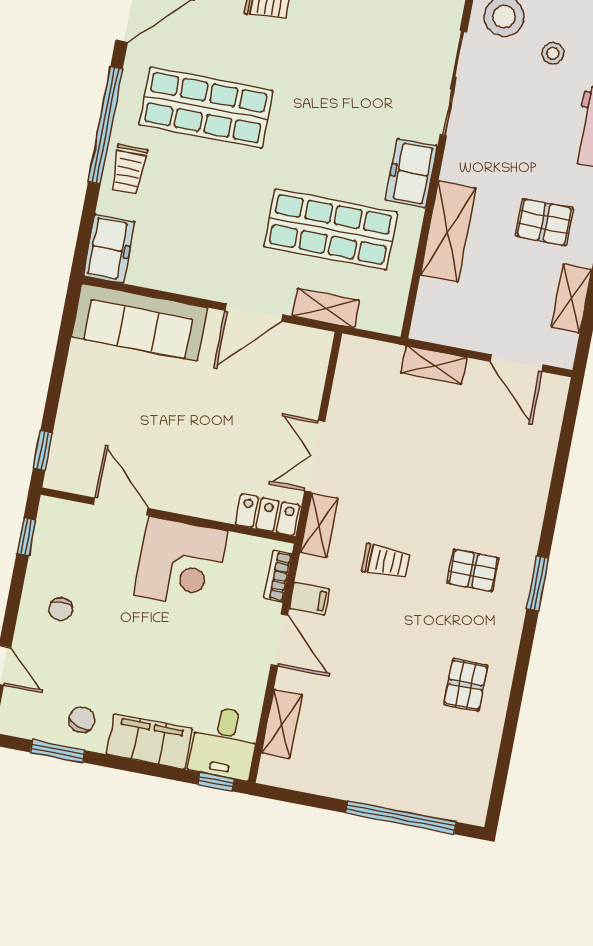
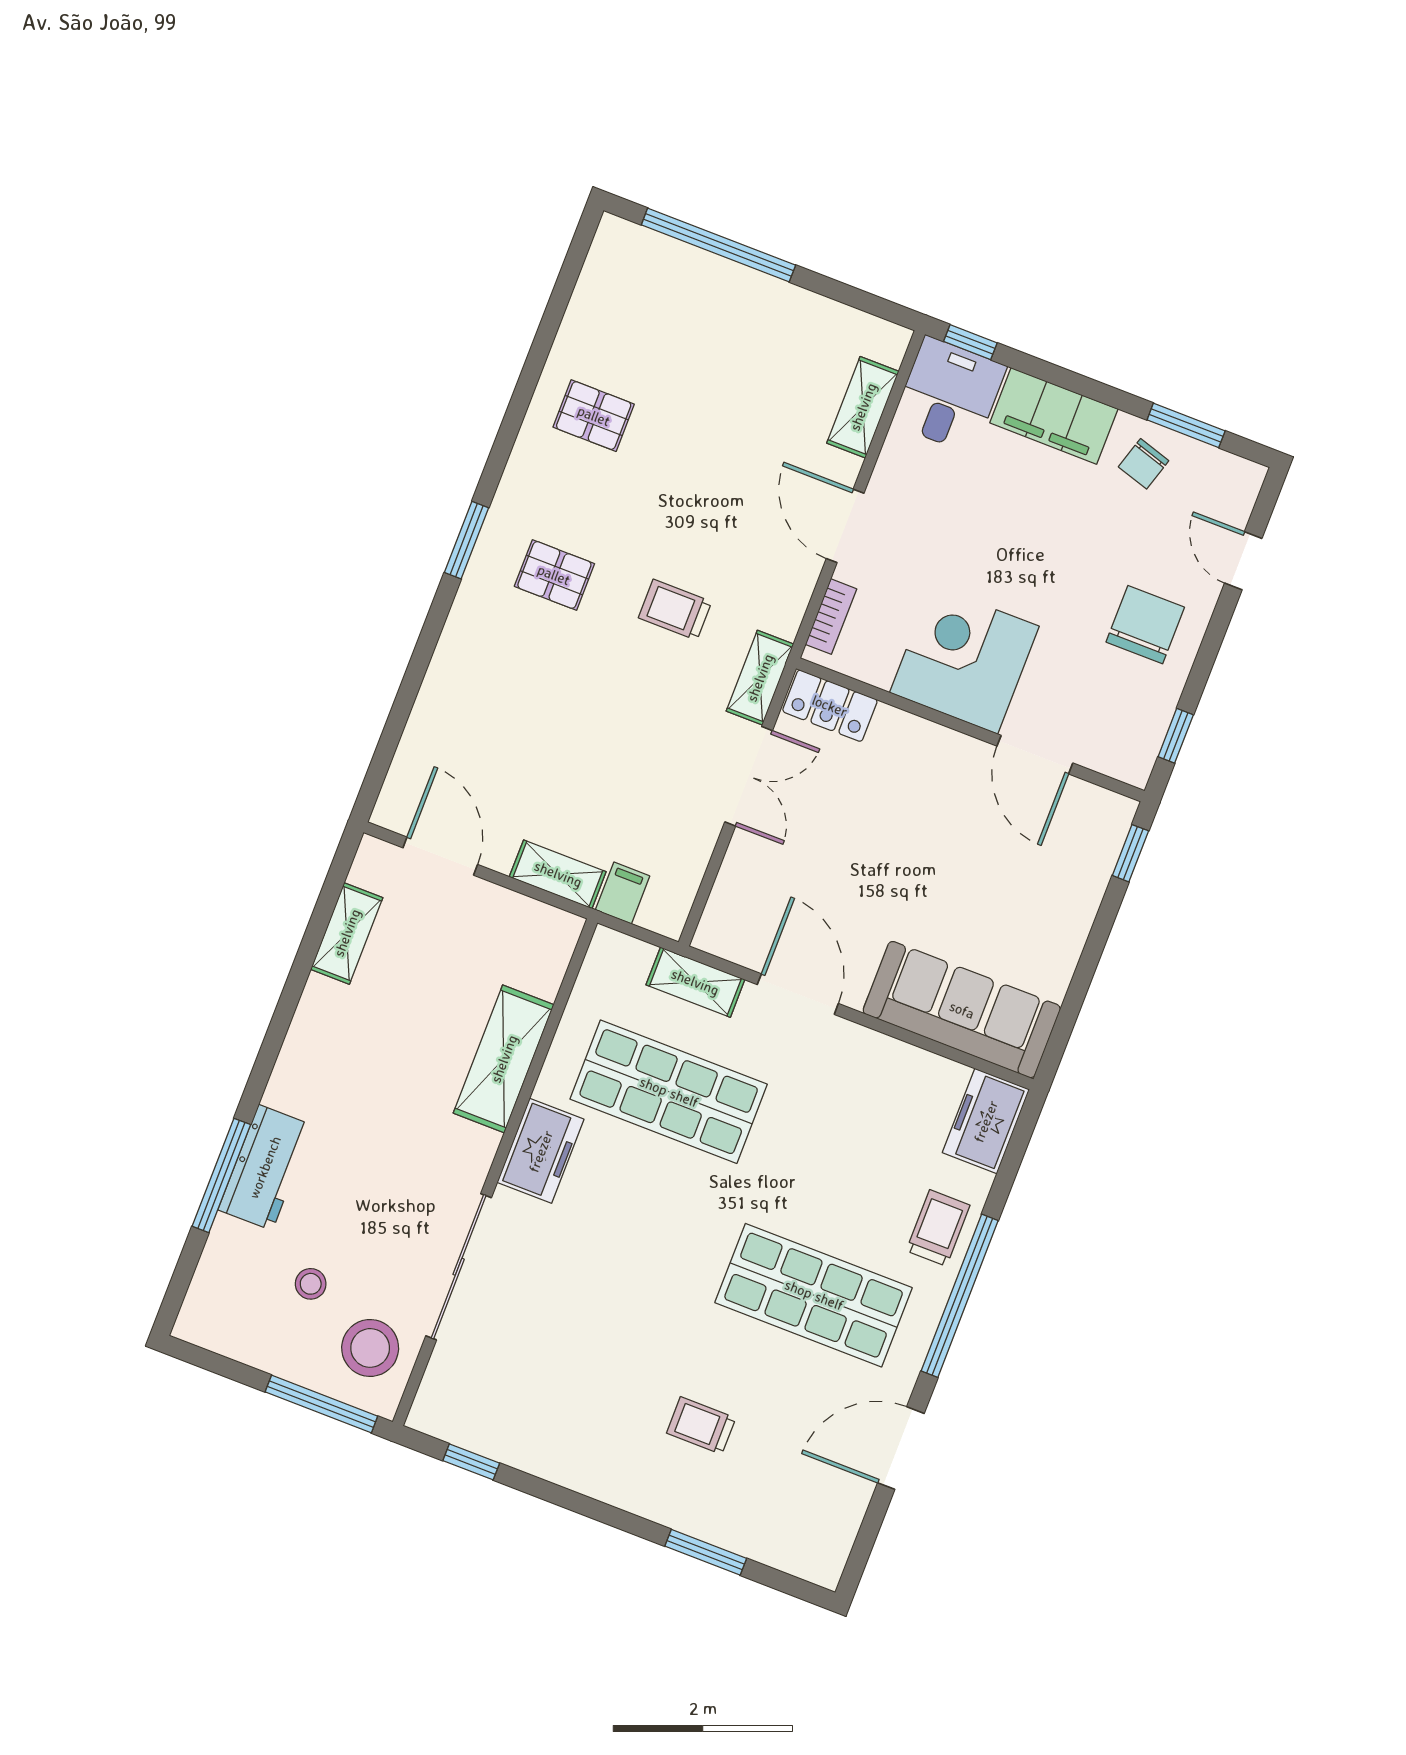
pallet: (544, 222) -> (365, 1048), removed
door: (254, 313) -> (798, 994), hinge flipped
filing cabinet: (309, 599) -> (623, 893), moved, turned 90
chair: (61, 609) -> (1145, 625), width x1.87, depth x1.87
pallet: (466, 685) -> (594, 416), turned 90

